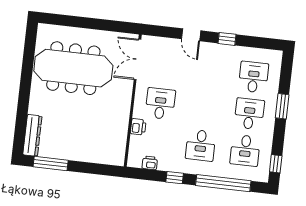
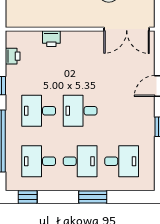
double door: (137, 59) -> (127, 29), swing flipped
desk: (160, 104) -> (80, 111), moved, turned 180

